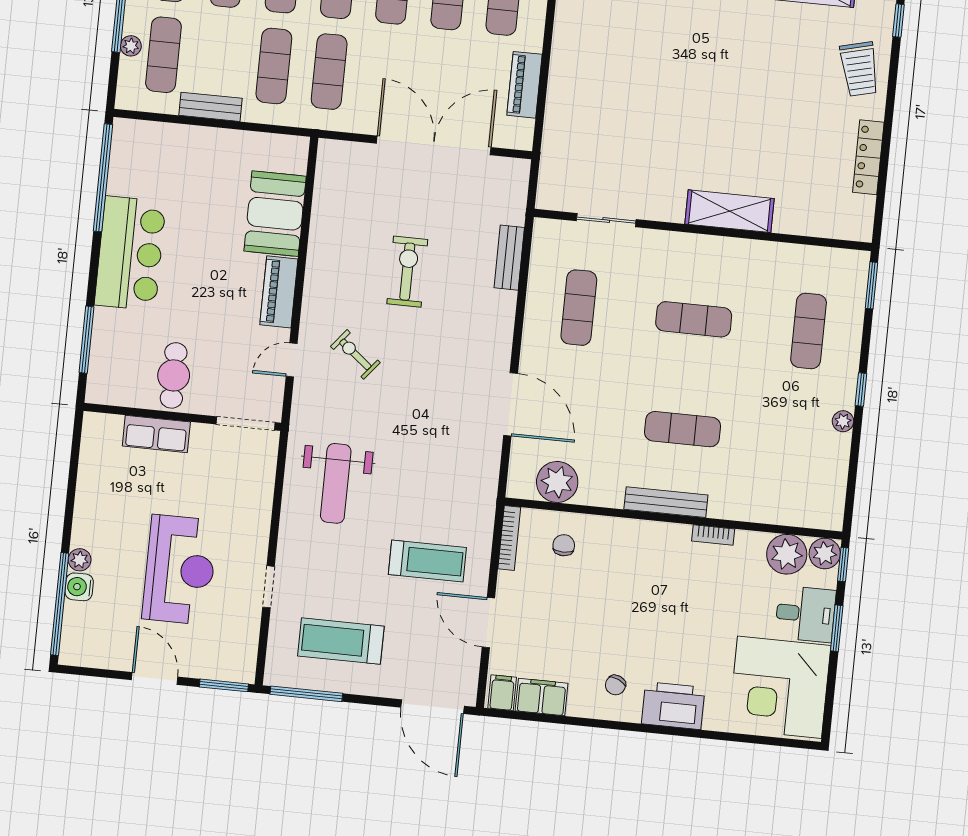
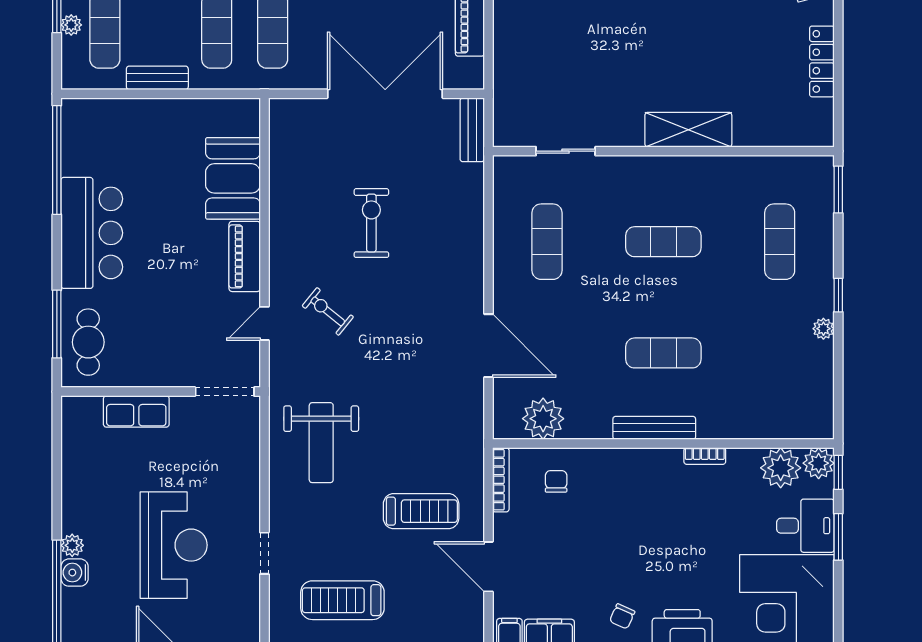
bench: (509, 258) -> (472, 130), moved
cafe table: (174, 375) -> (88, 342), moved

